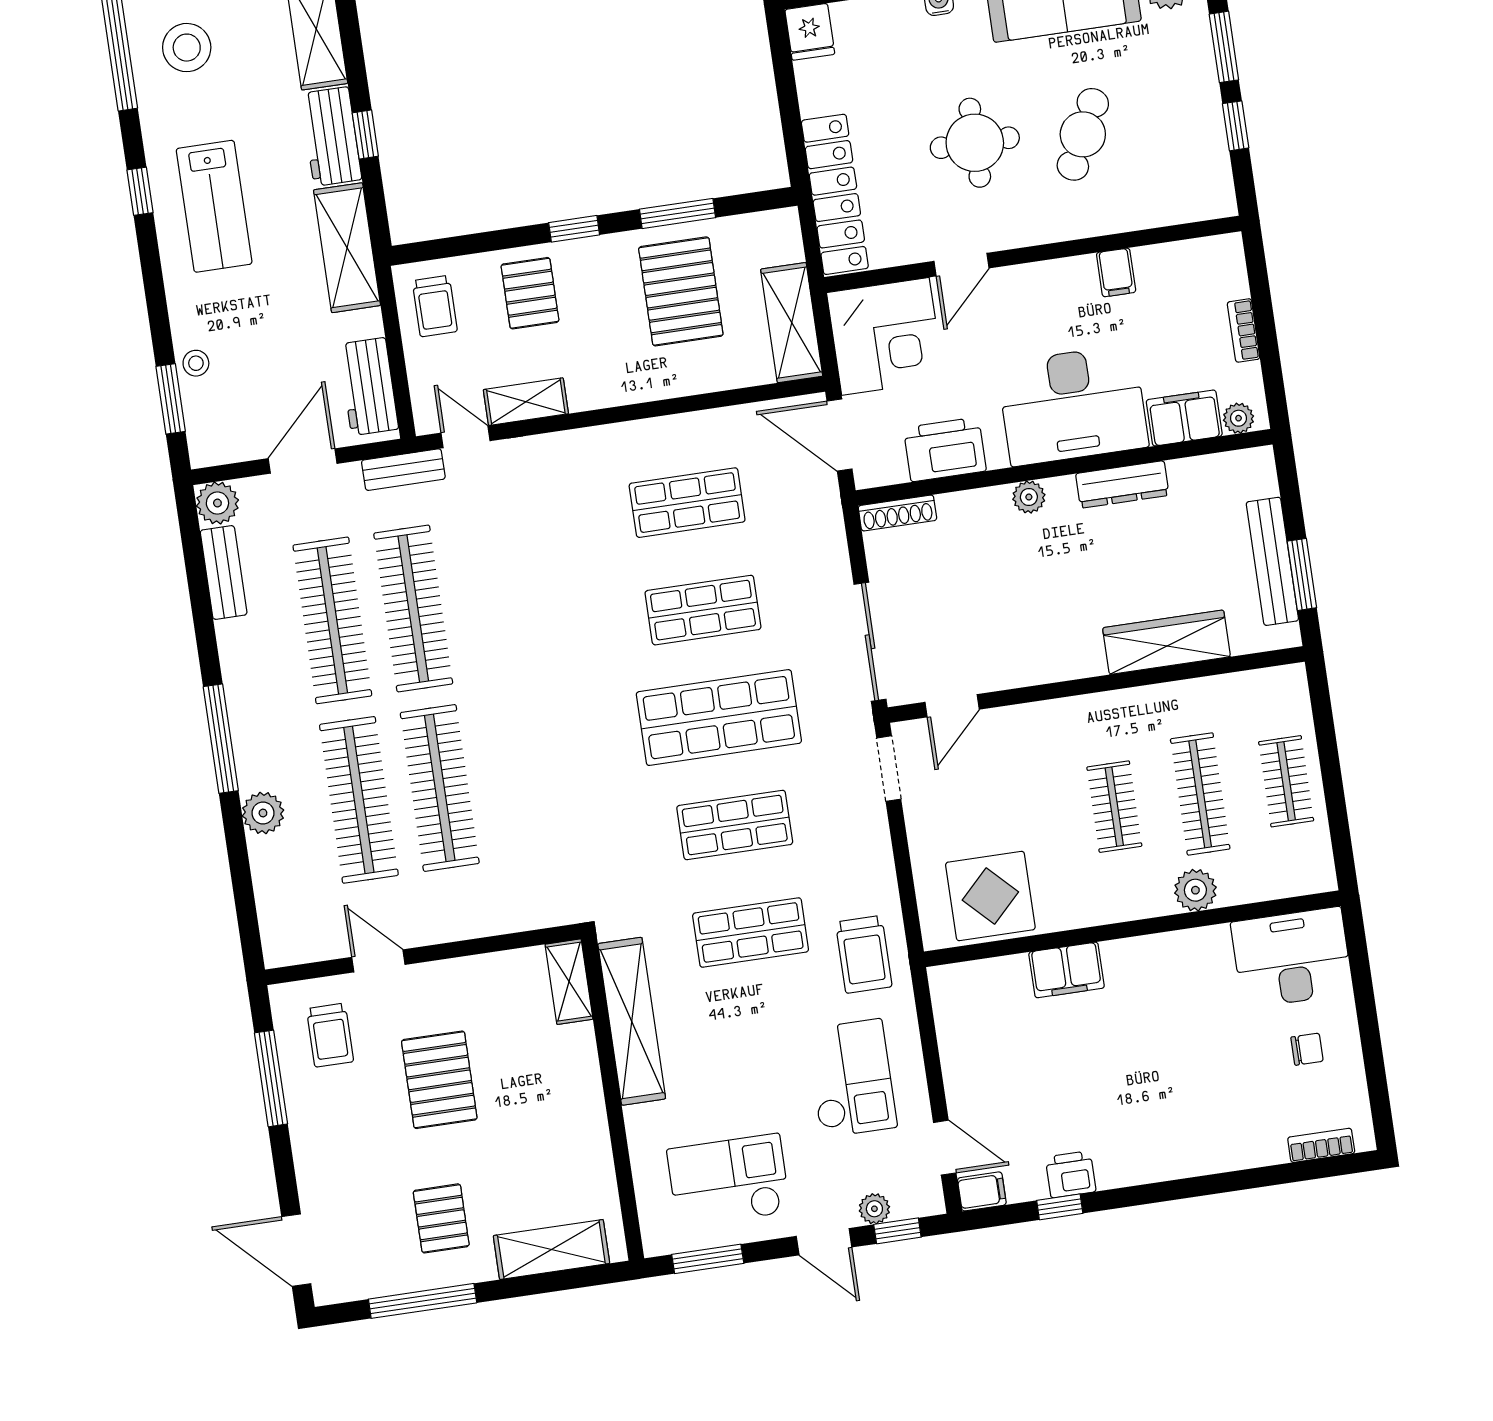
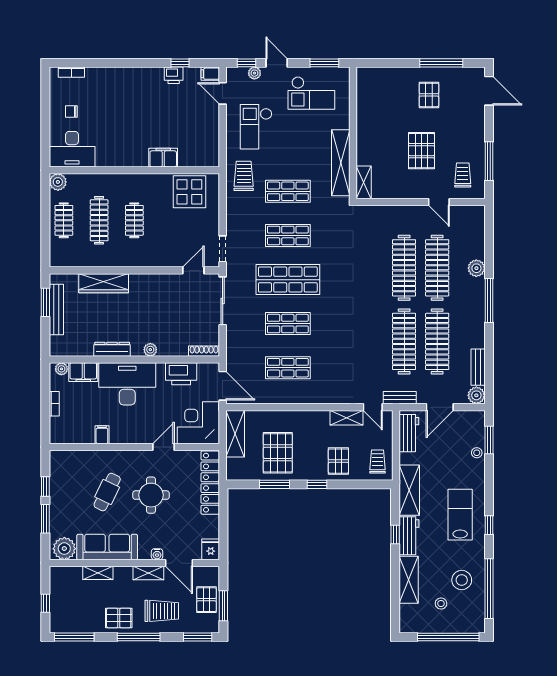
plant: (1195, 890) -> (58, 182), moved
shelving: (551, 1250) -> (387, 76), removed

